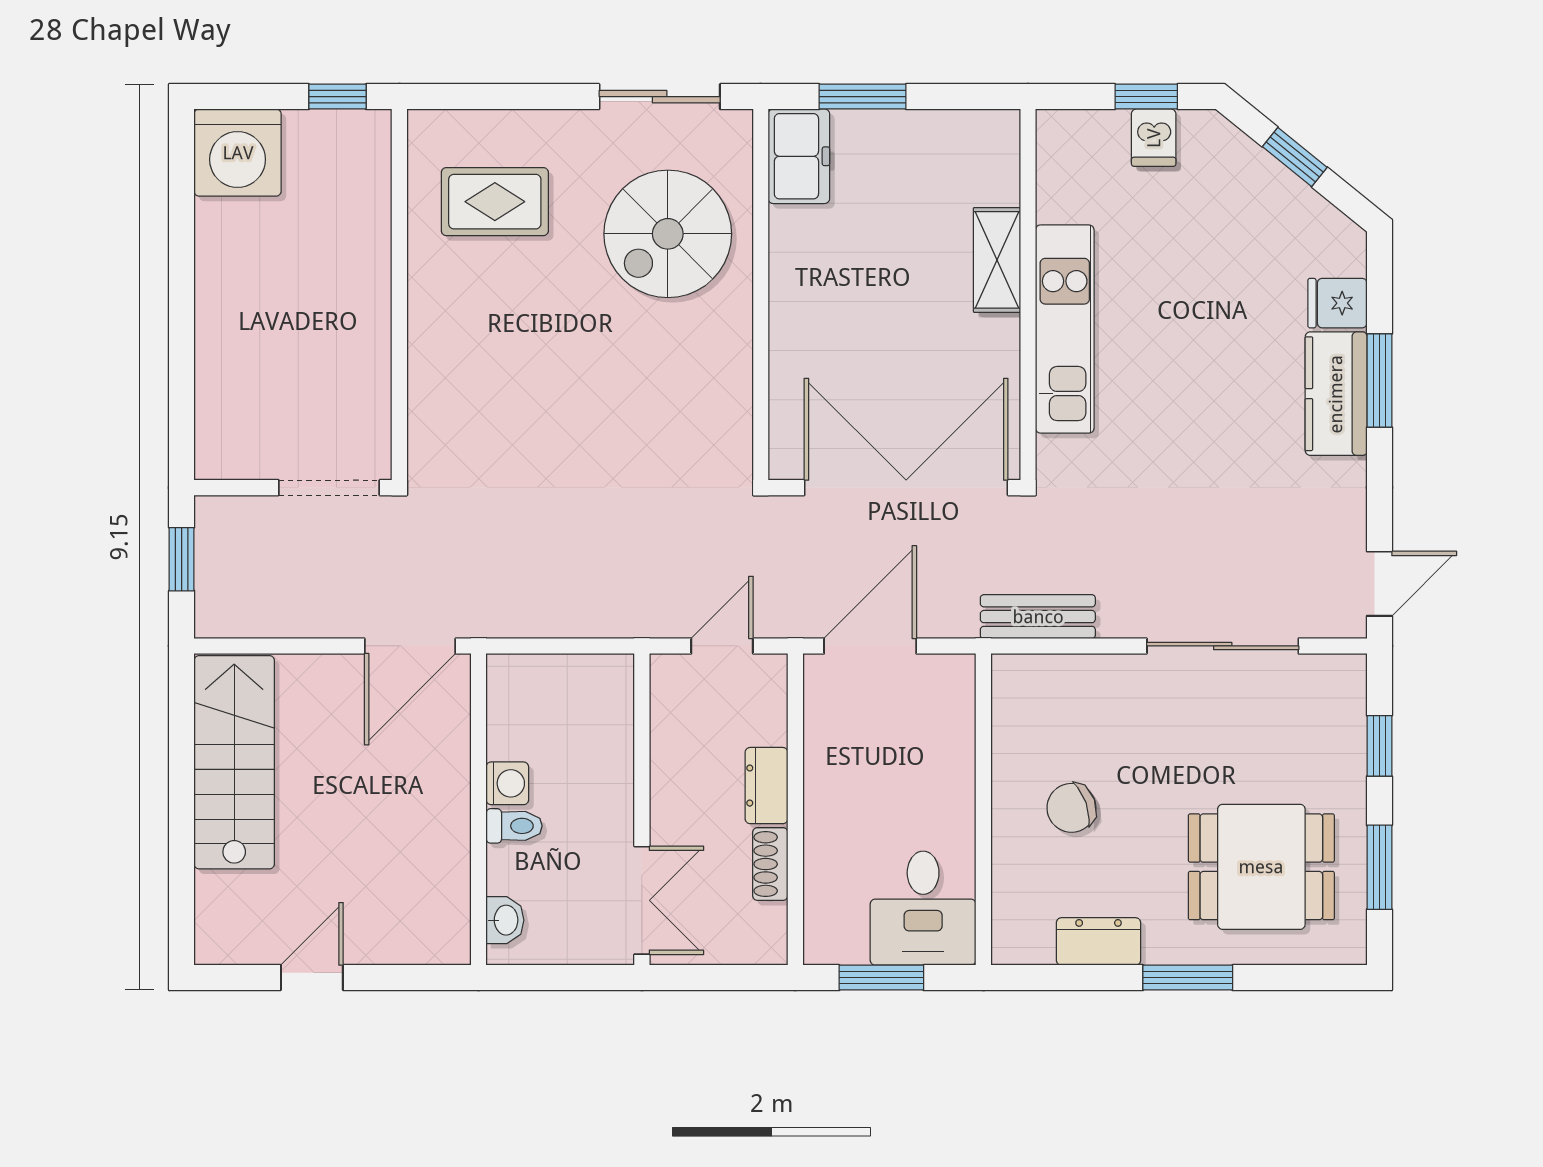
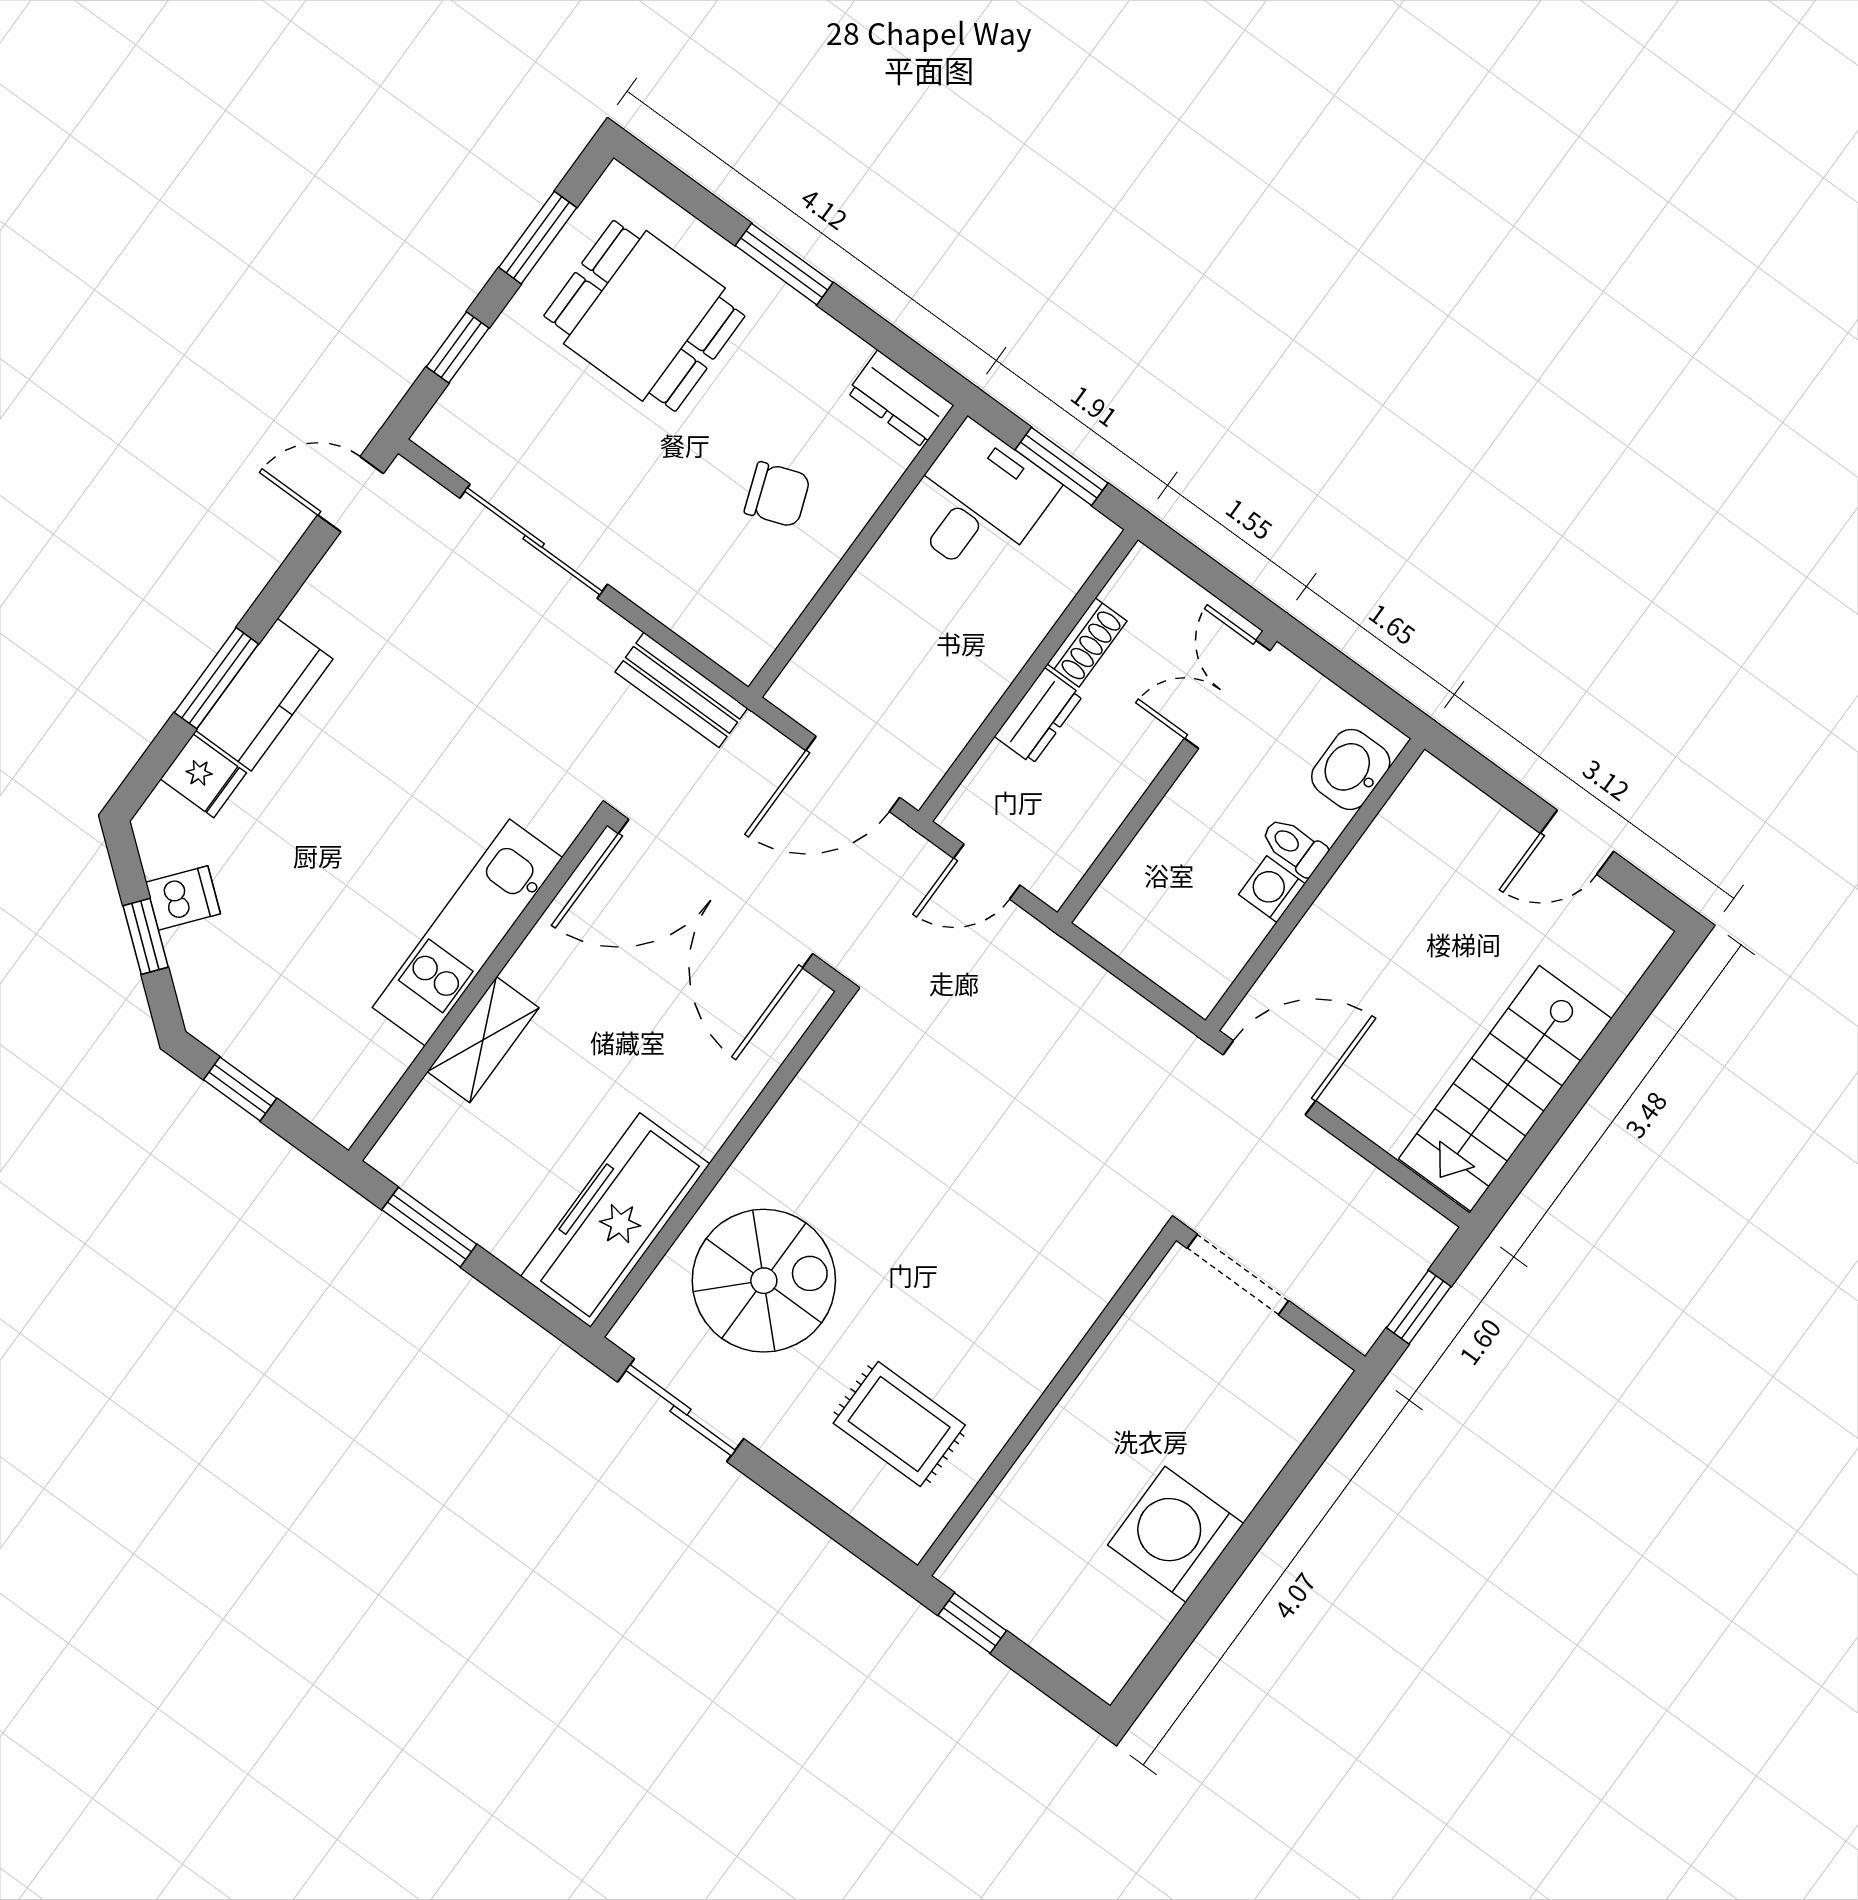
window: (863, 97) -> (429, 1227), moved
dishwasher: (1154, 138) -> (183, 898), moved, turned 39
washing machine: (238, 153) -> (1176, 1534), moved, turned -90
freezer: (799, 156) -> (615, 1220), width x1.91, depth x1.26
washbasin: (505, 920) -> (1351, 769), width x1.38, depth x1.45
dresser: (1099, 941) -> (900, 399), moved

